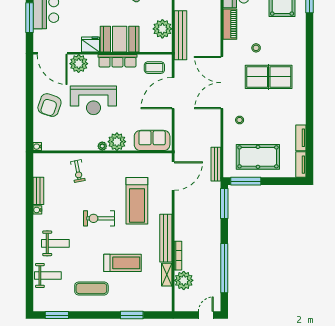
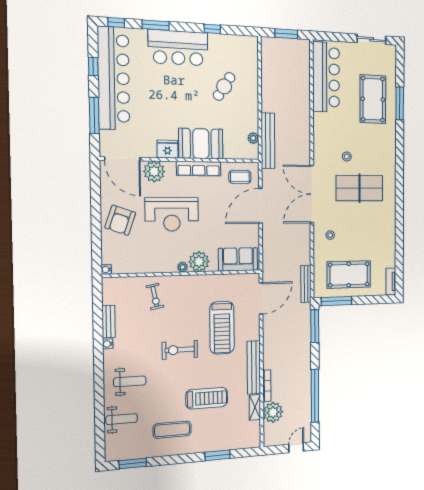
piano: (230, 24) -> (320, 130), removed
plant: (162, 29) -> (253, 138), width x0.53, depth x0.53
tv unit: (301, 138) -> (391, 253), removed

